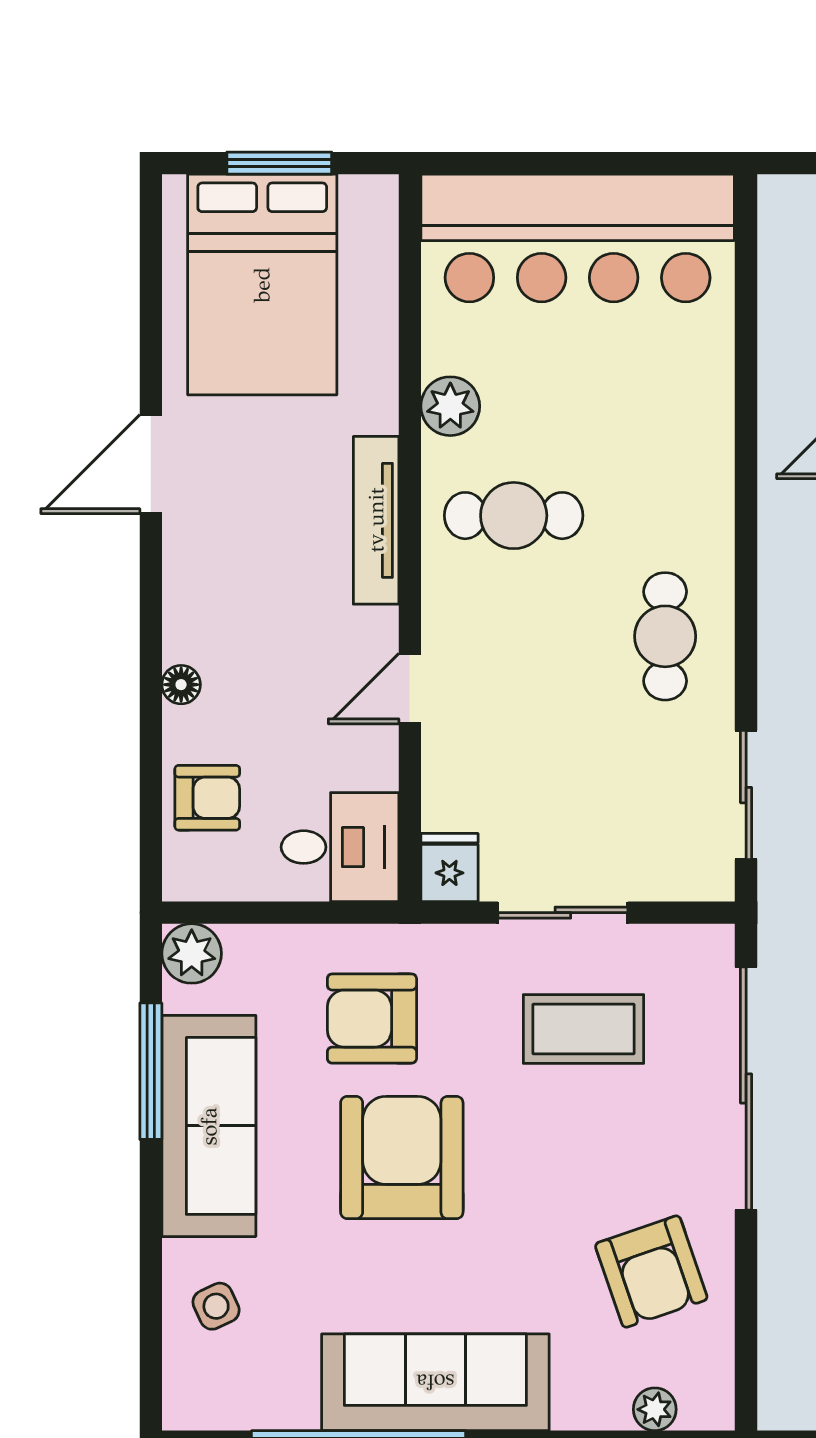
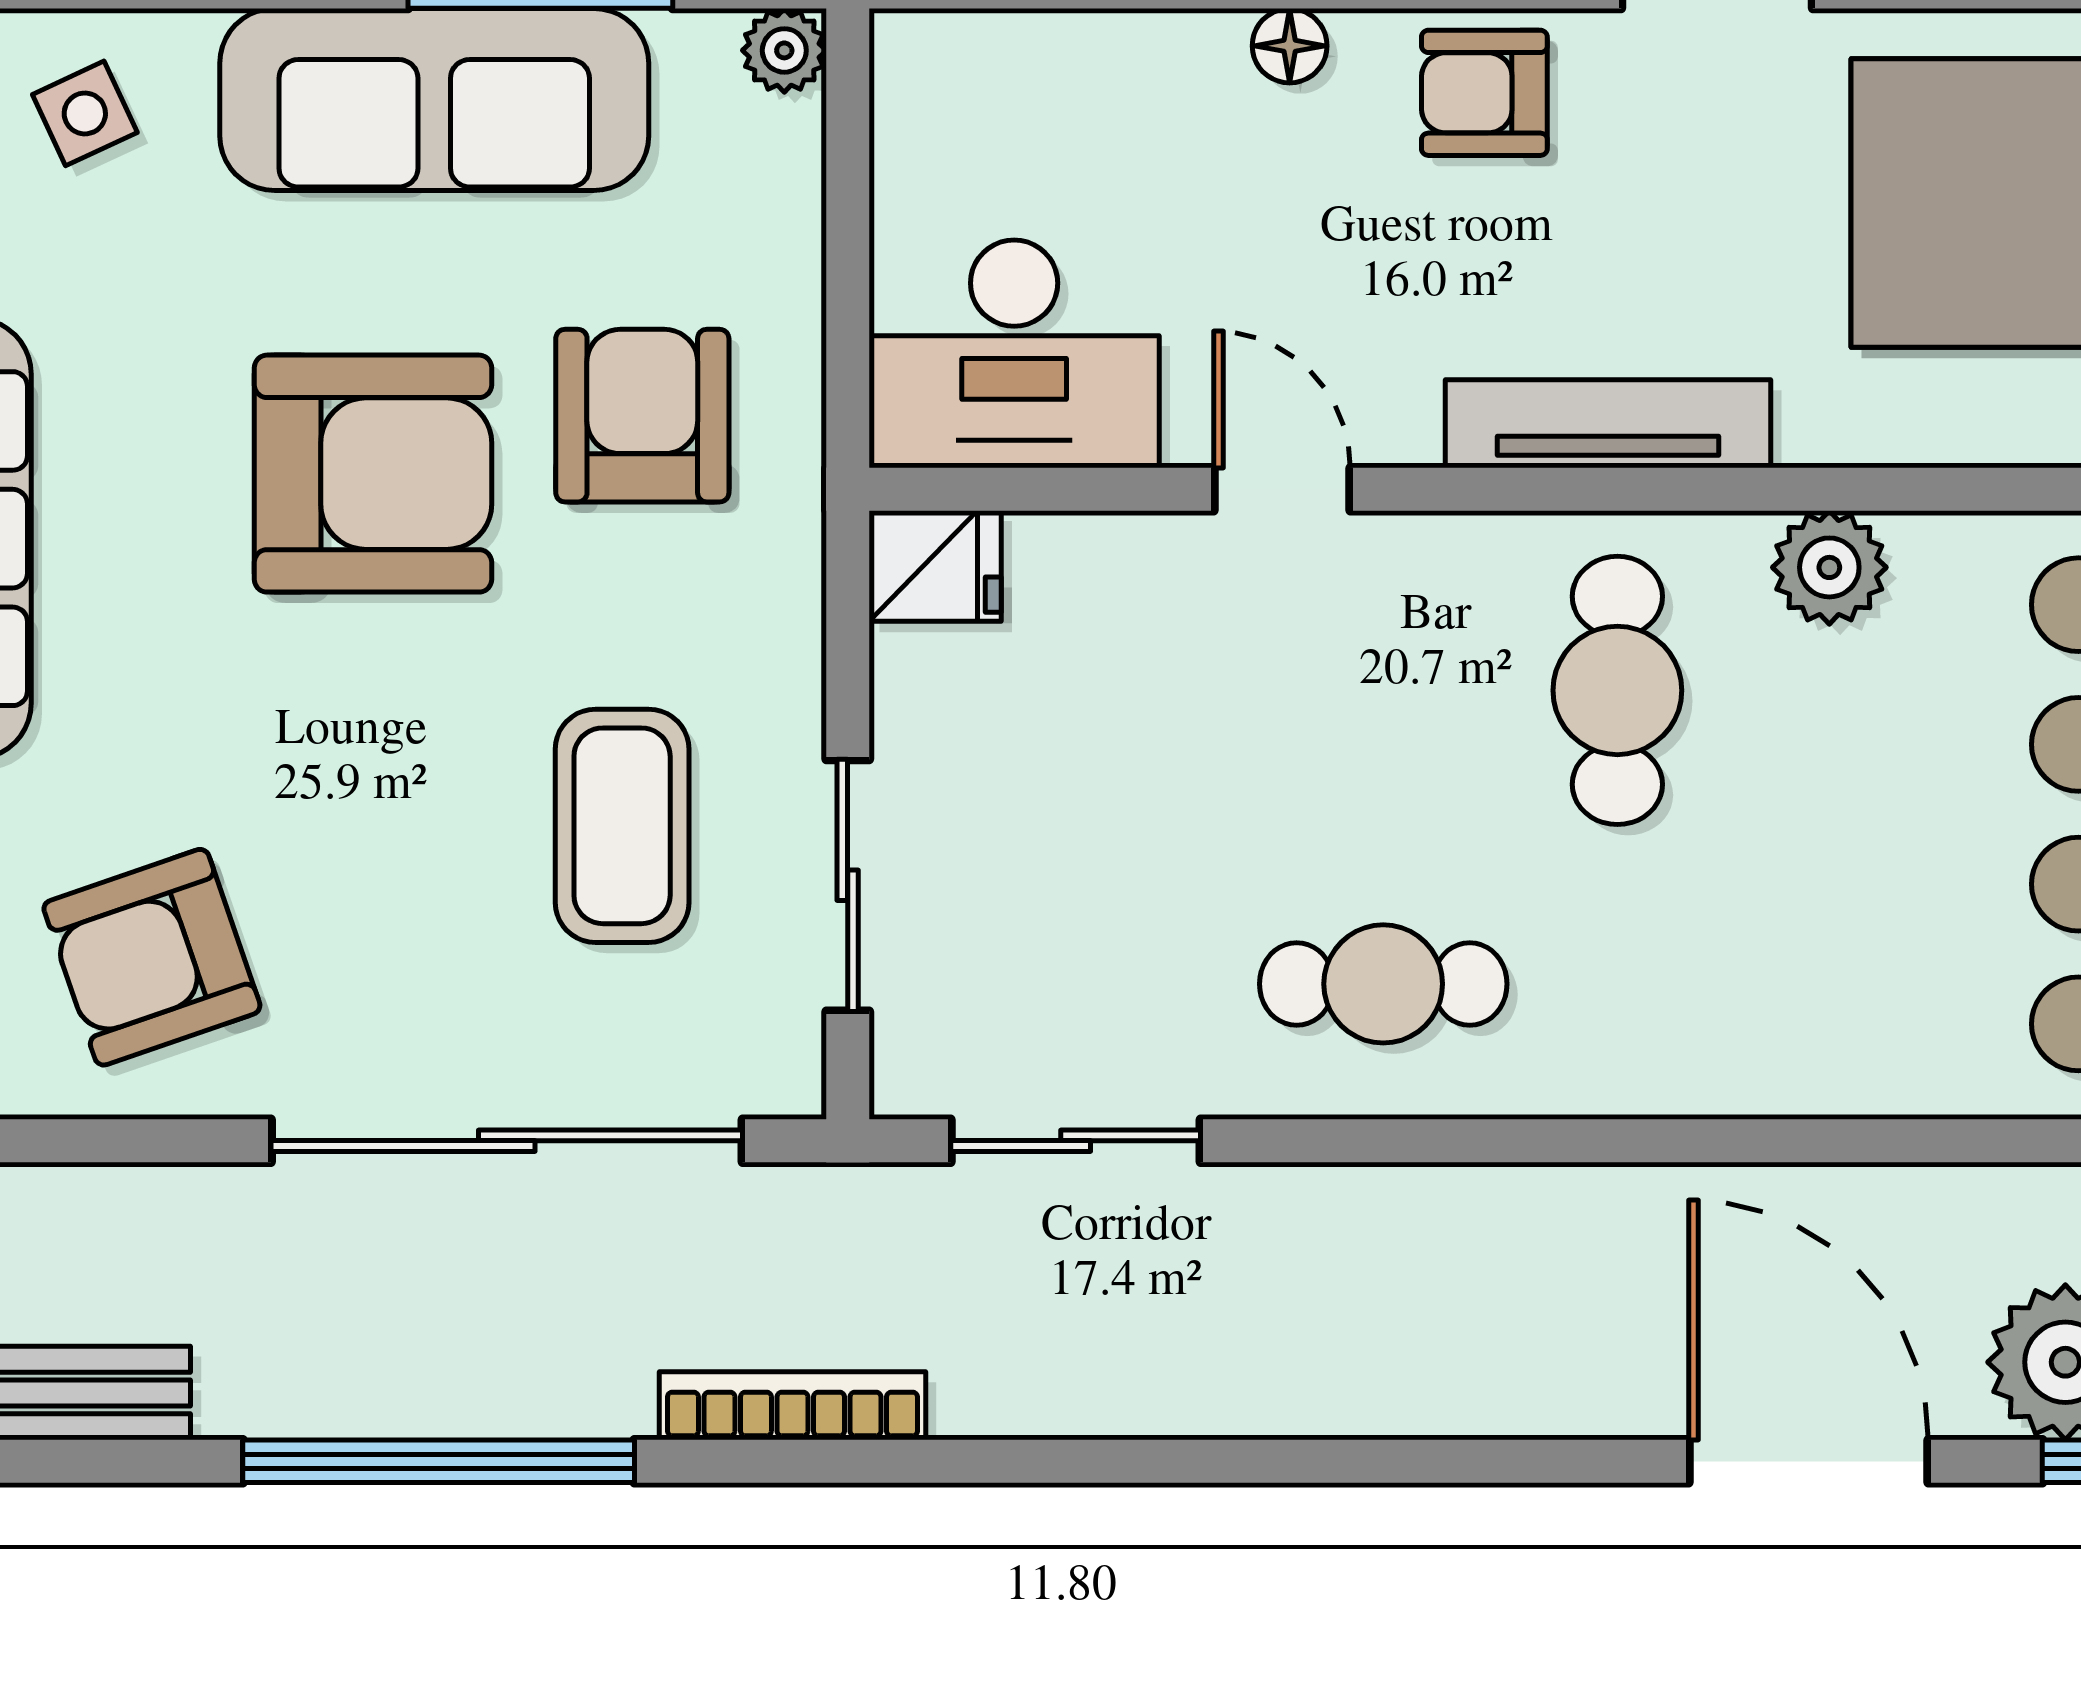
armchair: (207, 798) -> (1484, 93), moved, turned 90
desk: (340, 847) -> (1014, 354), width x1.37
sliding door: (563, 913) -> (848, 885), moved
plant: (192, 953) -> (784, 50), width x0.73, depth x0.73

